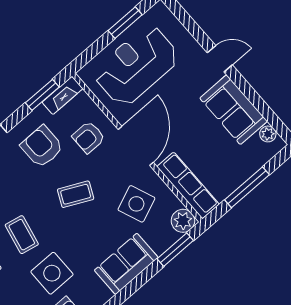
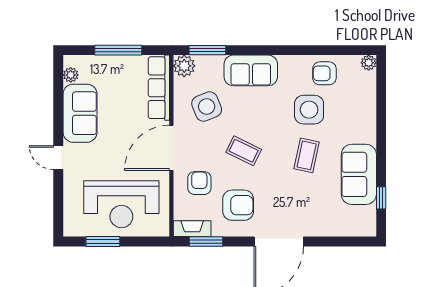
armchair: (89, 137) -> (199, 183), turned -90
armchair: (42, 147) -> (238, 205), turned -90

